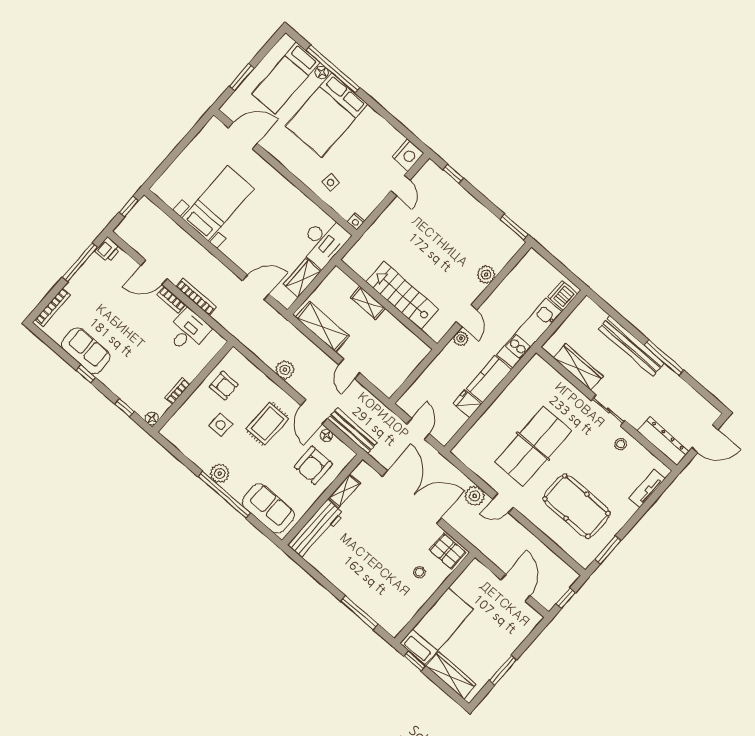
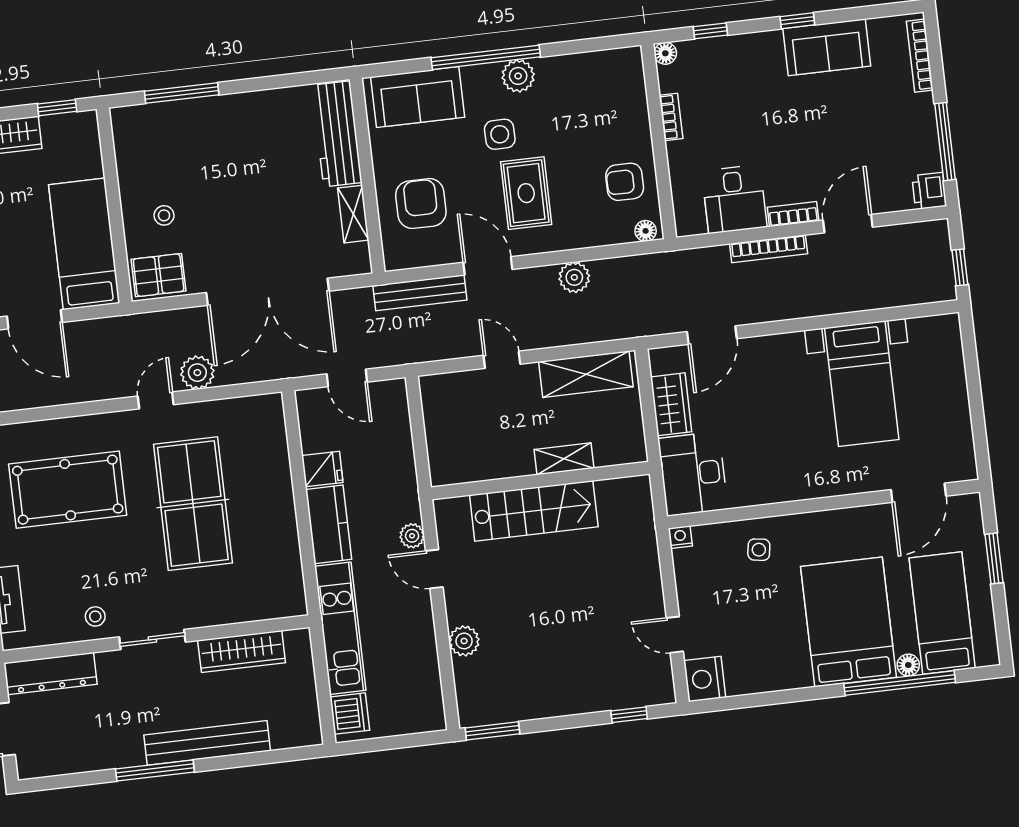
side table: (221, 425) -> (500, 134), moved
floor lamp: (326, 435) -> (646, 231), moved
bed: (437, 626) -> (84, 244), moved, turned 180

